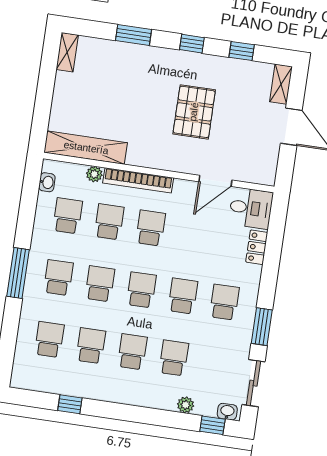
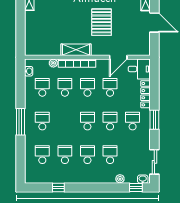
shelving: (86, 148) -> (76, 50), moved, width x0.68
locker: (257, 247) -> (145, 94), width x1.53
school desk: (100, 284) -> (110, 87), moved
window: (262, 327) -> (154, 120), moved

